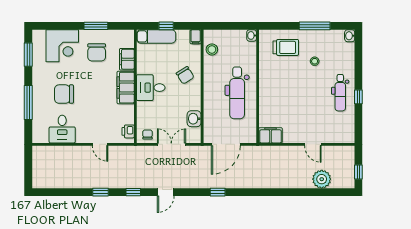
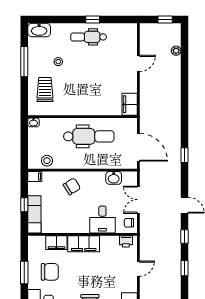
washbasin: (350, 36) -> (39, 30), width x1.91, depth x1.45
desk: (151, 88) -> (102, 220), moved
dental chair: (340, 93) -> (89, 37), turned 180
plant: (322, 179) -> (176, 51), width x0.53, depth x0.53

